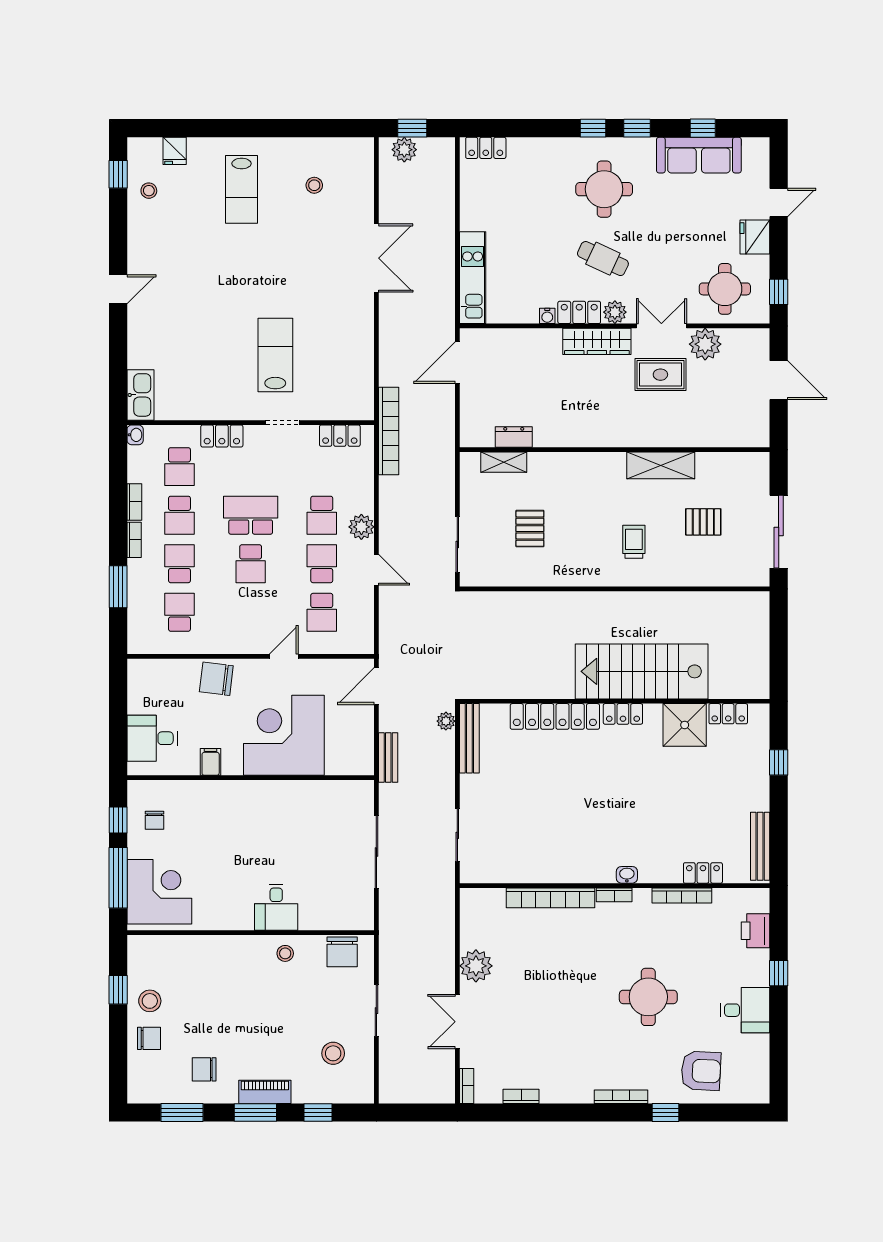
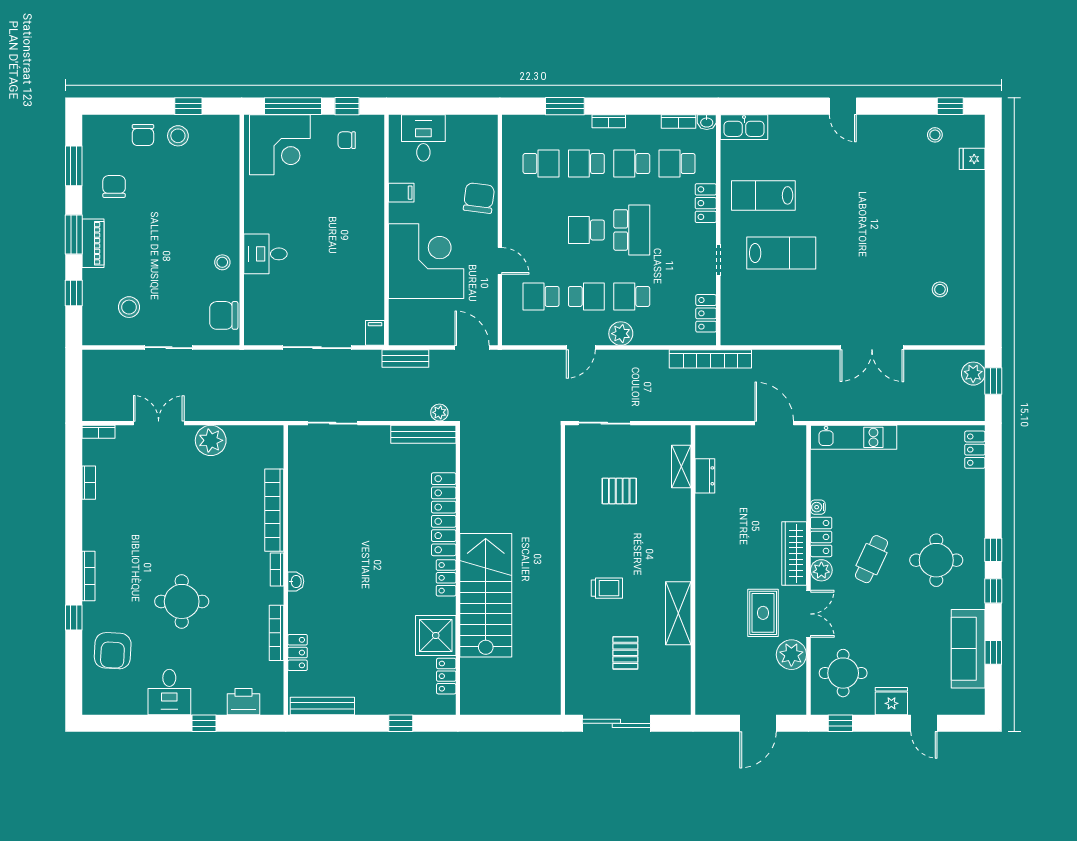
lab bench: (242, 189) -> (763, 195), moved
bookcase: (134, 502) -> (679, 121), moved
school desk: (179, 564) -> (586, 164), turned 180
filing cabinet: (361, 790) -> (375, 333), added

